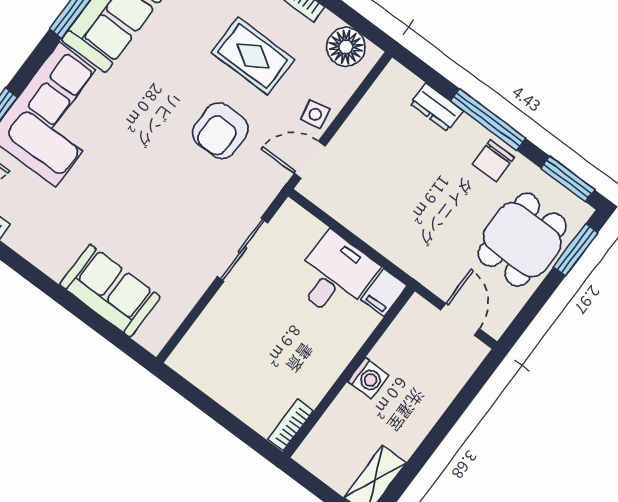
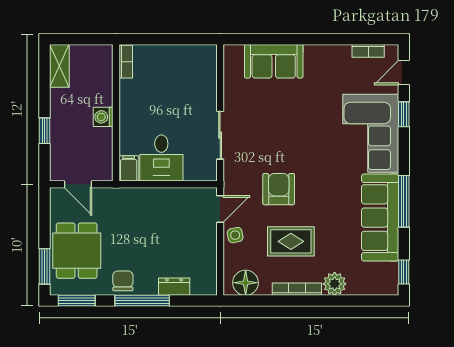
window: (452, 415) -> (45, 131), added

